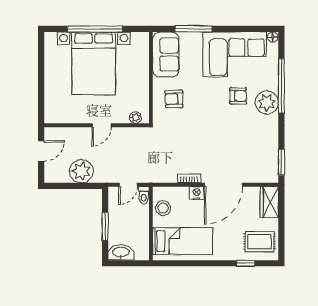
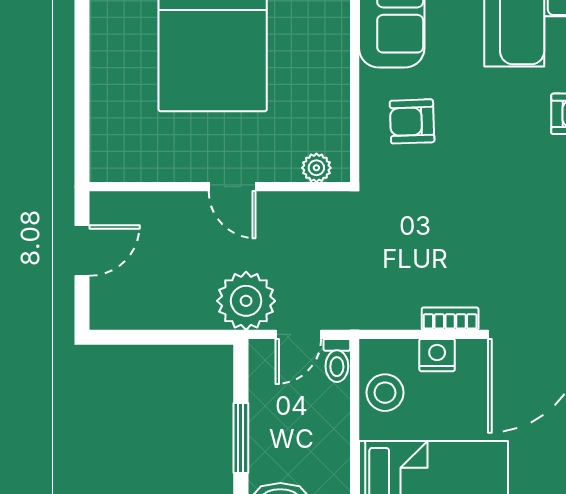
door: (102, 125) -> (232, 187), hinge flipped
plant: (81, 171) -> (246, 301), moved
nightstand: (197, 193) -> (437, 355), moved

